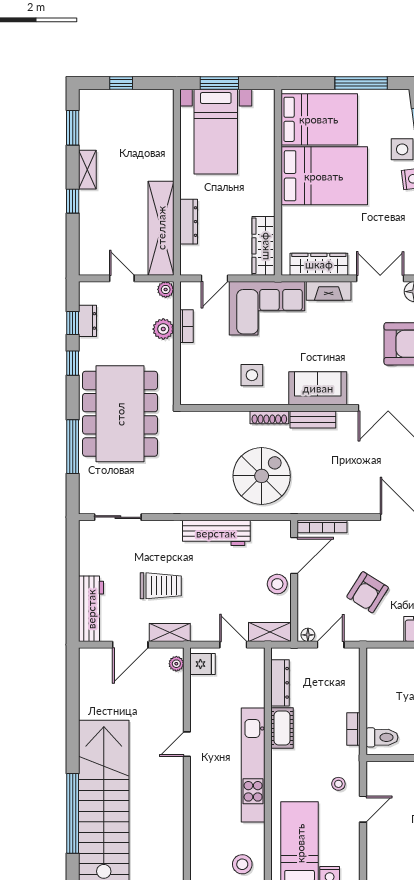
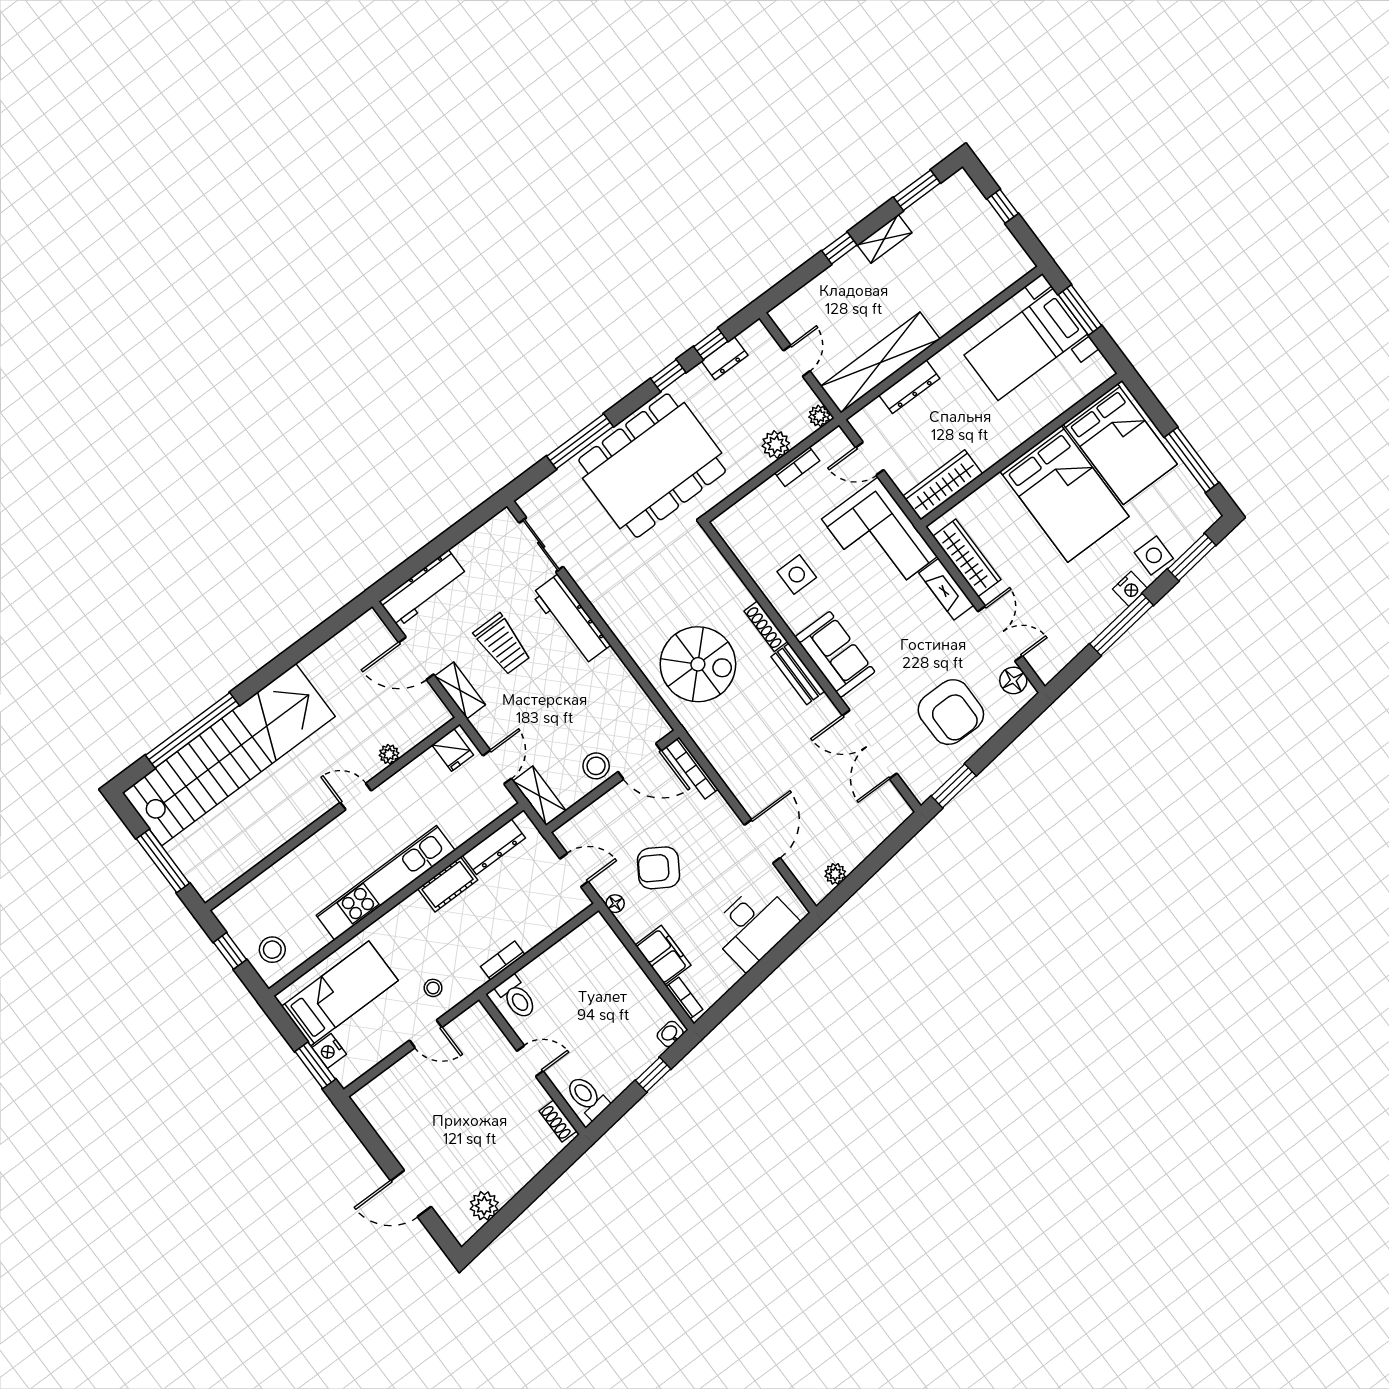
workbench: (216, 533) -> (571, 619), moved
floor lamp: (308, 635) -> (615, 904), moved
plant: (176, 664) -> (389, 754), moved

